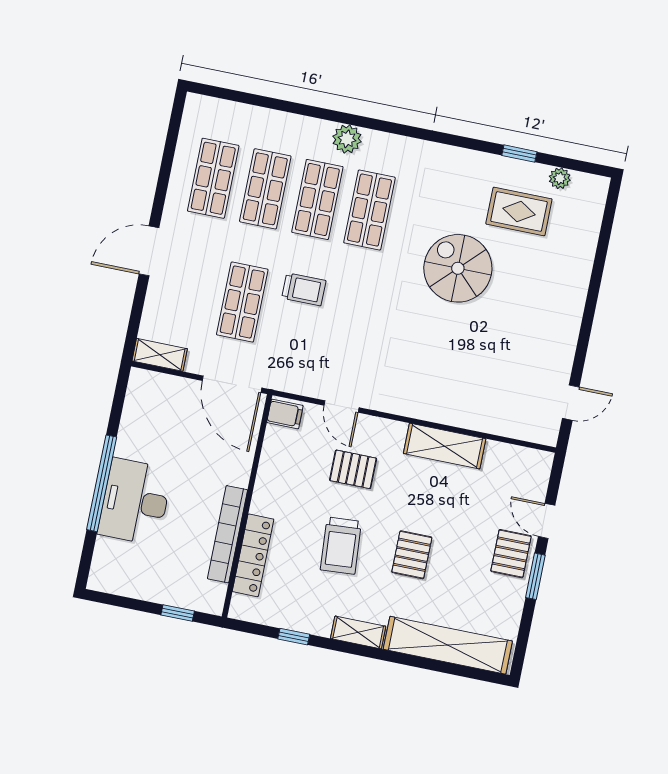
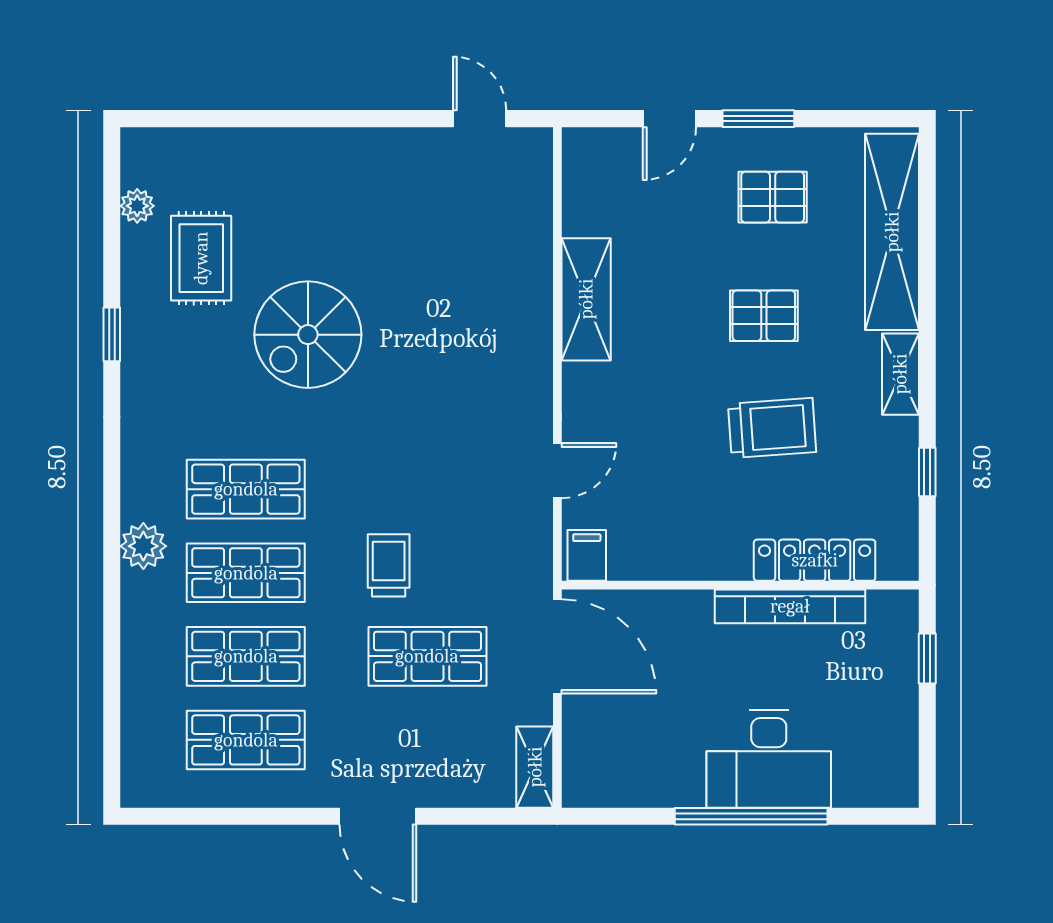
window: (519, 154) -> (112, 334), moved
door: (232, 384) -> (557, 646), hinge flipped
pallet: (353, 469) -> (651, 433), removed
pallet: (511, 554) -> (773, 197), moved

